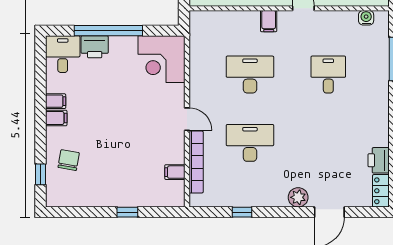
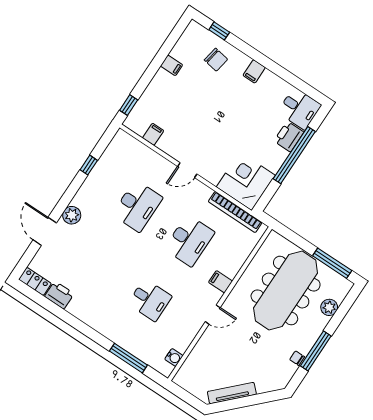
filing cabinet: (56, 101) -> (172, 65), moved, turned -90
bookcase: (196, 162) -> (235, 212), moved
window: (127, 212) -> (129, 105), moved

